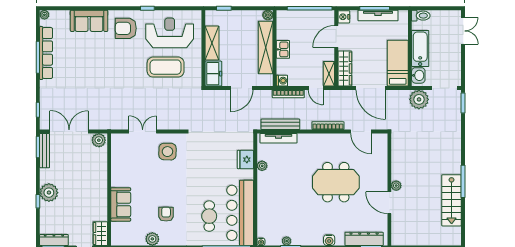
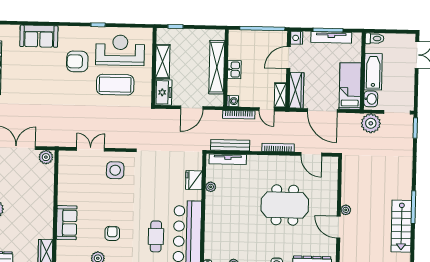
boiler: (268, 15) -> (220, 34), removed
armchair: (126, 28) -> (77, 61), moved

